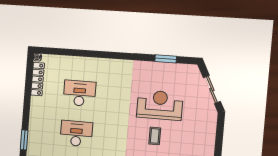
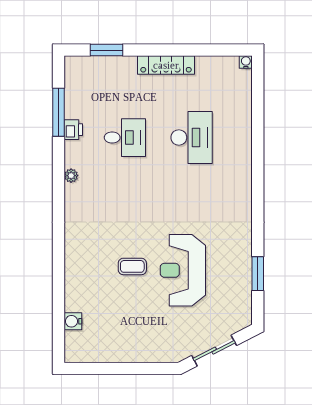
locker: (38, 79) -> (166, 65), moved
reception desk: (160, 105) -> (183, 270), turned 180
desk: (76, 134) -> (125, 138), width x0.73

